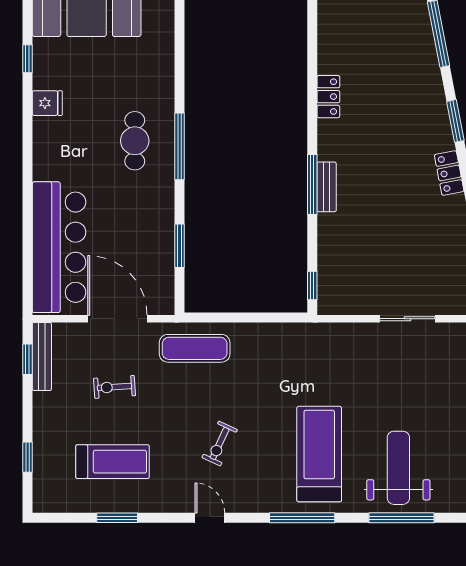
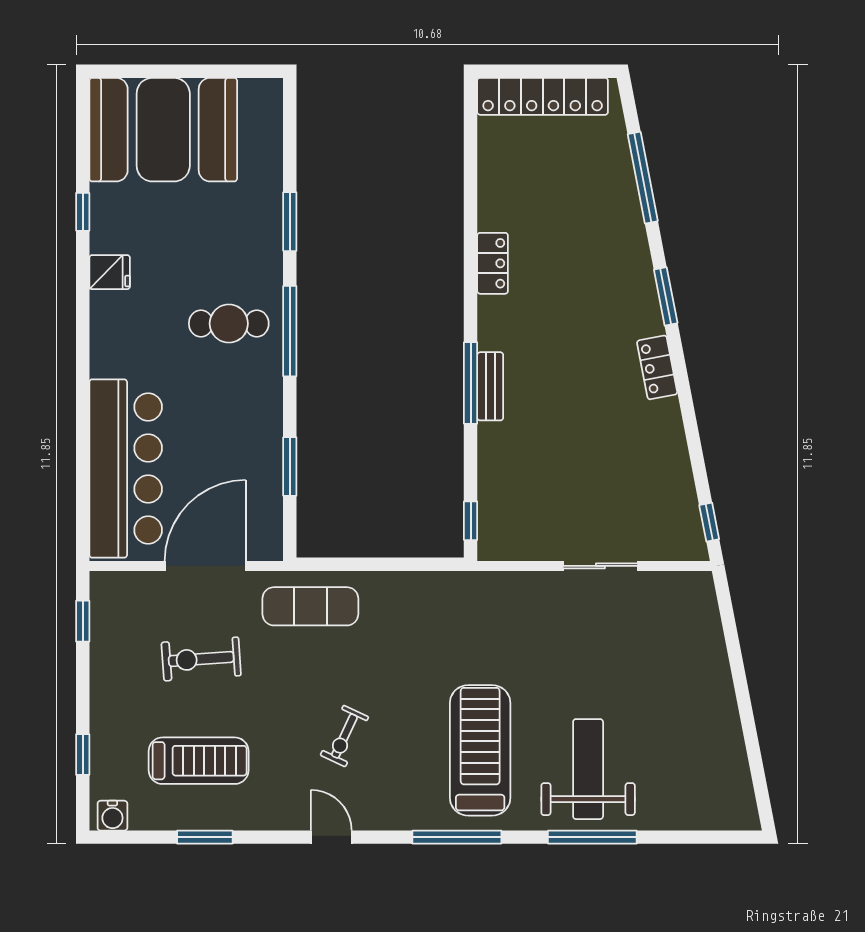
window: (179, 66) -> (290, 222), added
cafe table: (135, 141) -> (229, 324), turned 90
door: (117, 319) -> (205, 566), hinge flipped
bench: (42, 356) -> (102, 617), removed
exercise bike: (114, 387) -> (201, 659), width x1.38, depth x1.39
water cooler: (49, 502) -> (112, 816), added

